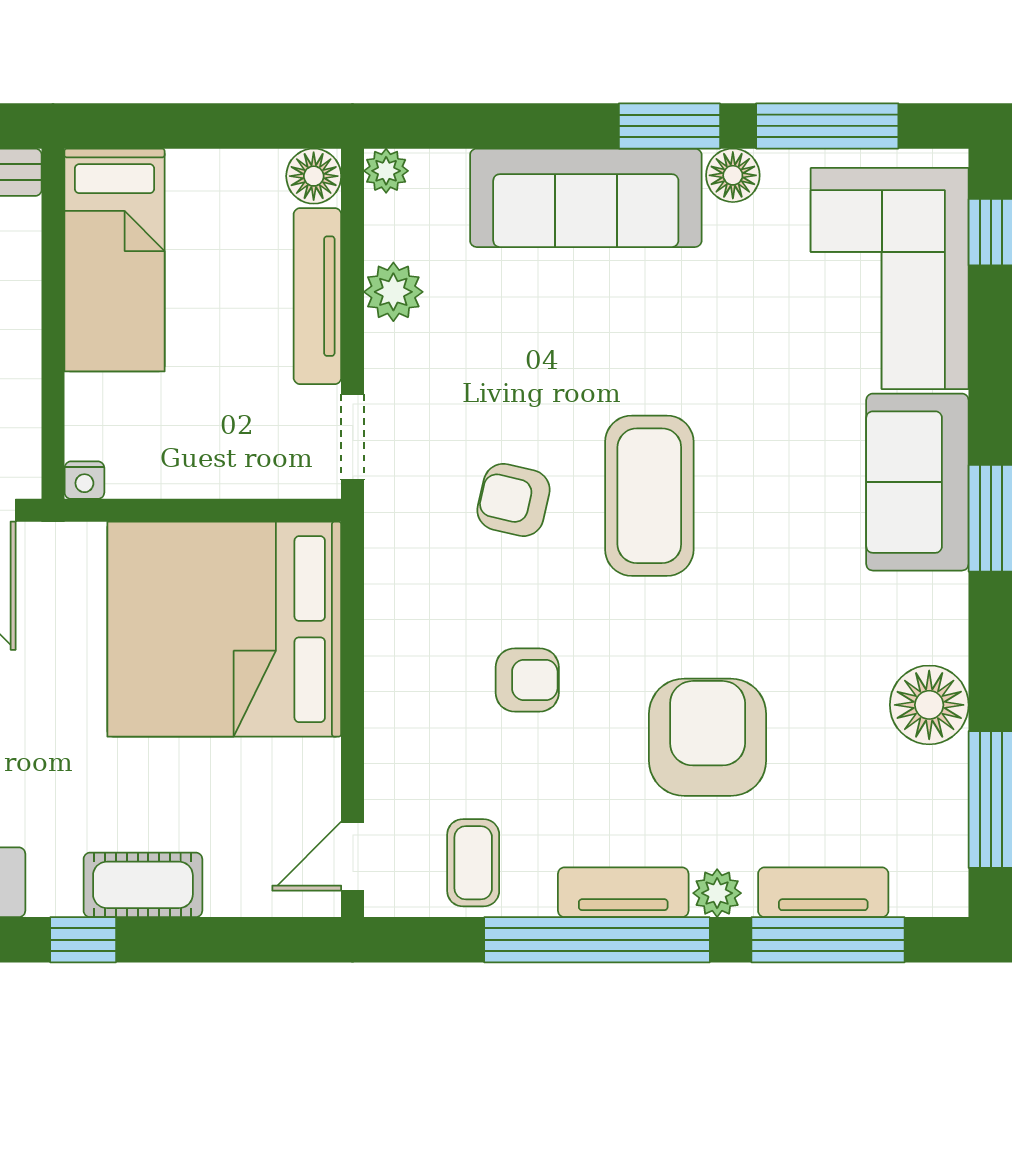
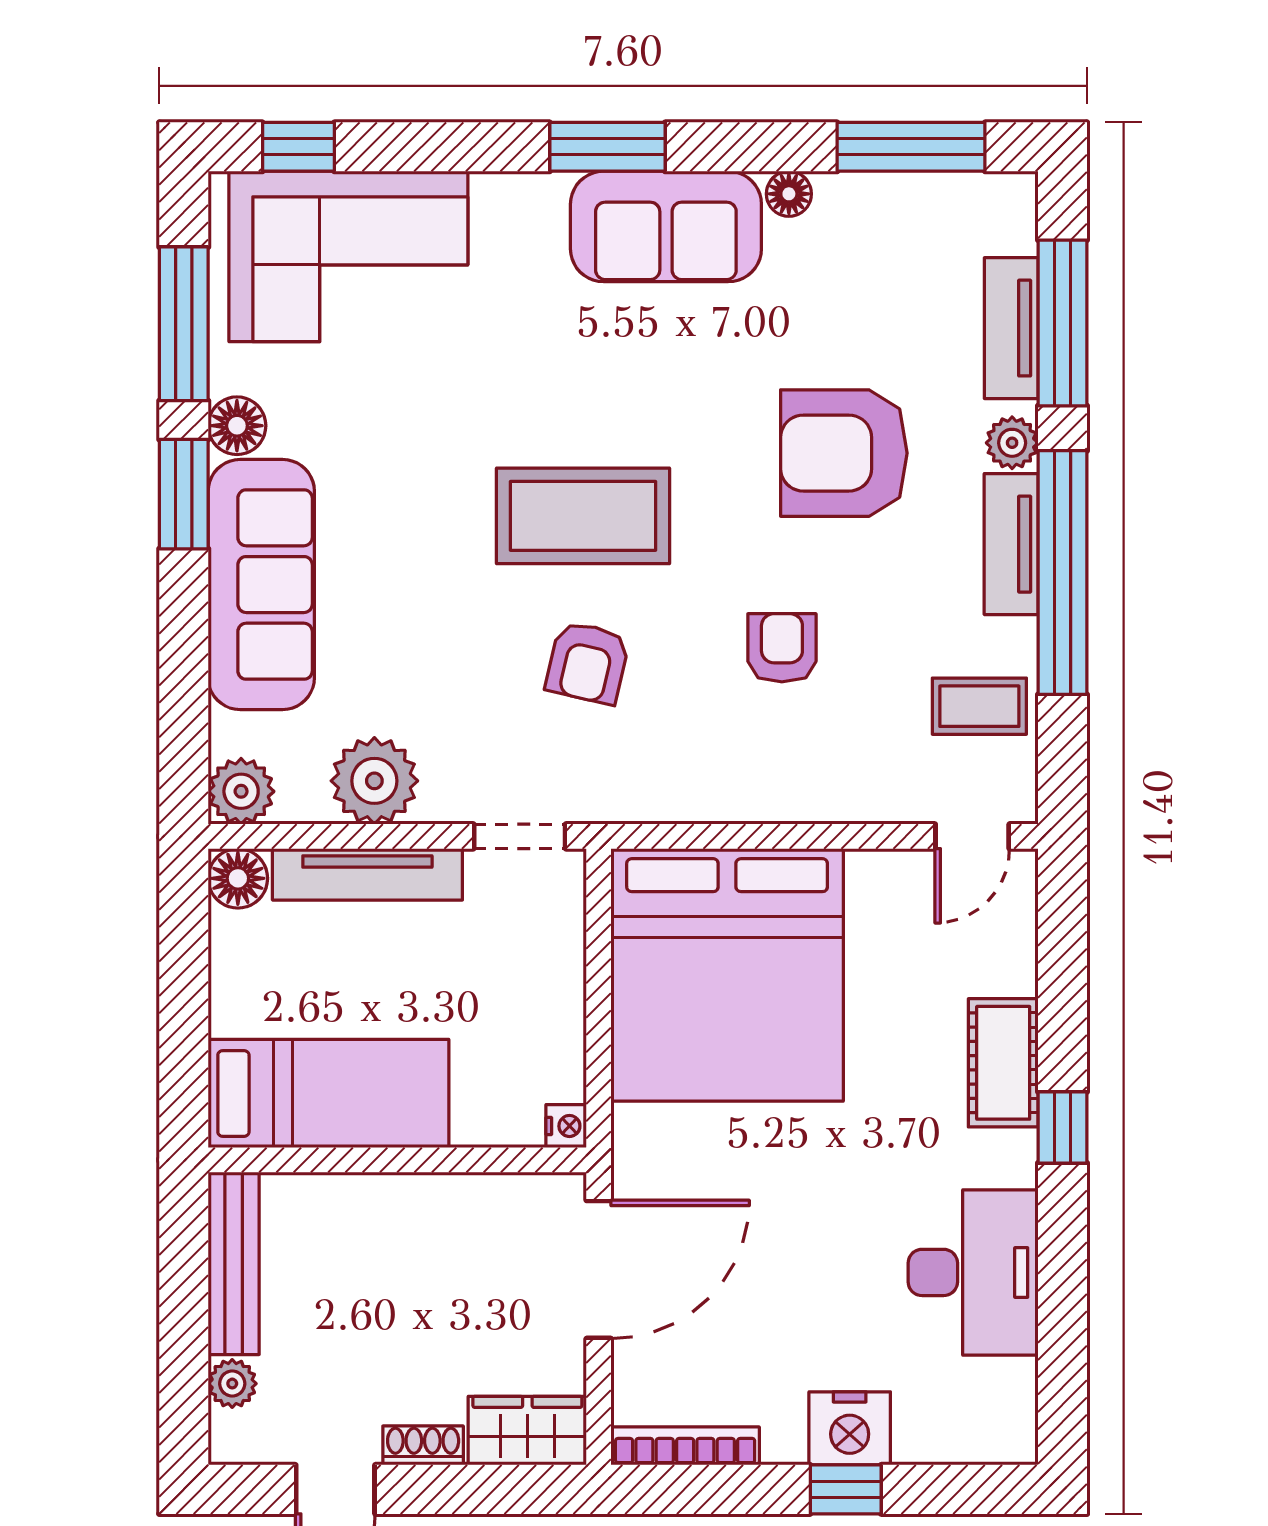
plant: (386, 171) -> (241, 791), width x1.38, depth x1.38
plant: (393, 292) -> (374, 781), width x1.36, depth x1.36
sofa: (917, 482) -> (666, 226), moved
floor lamp: (929, 705) -> (789, 194), width x0.53, depth x0.53
door: (353, 856) -> (972, 836), hinge flipped

